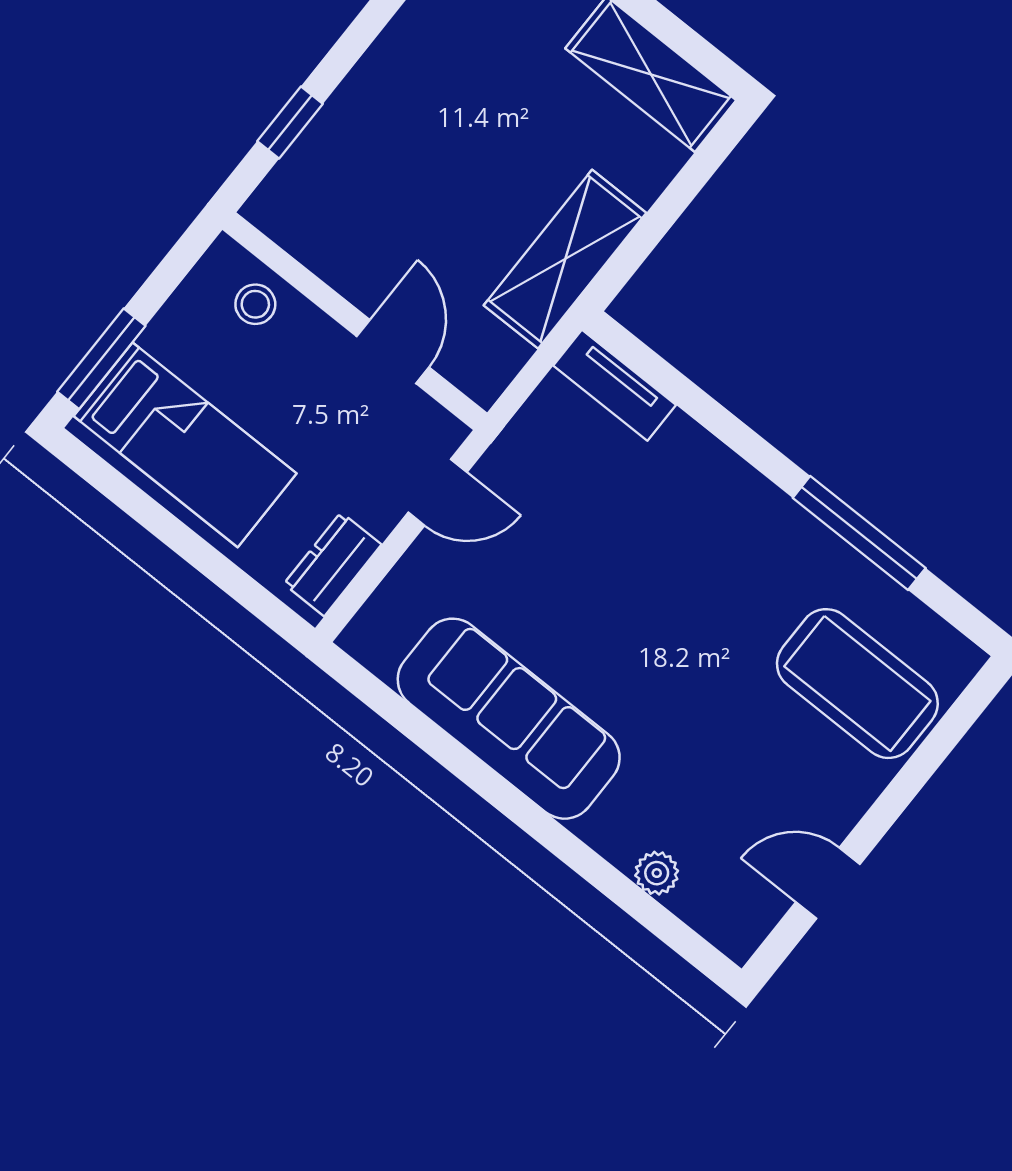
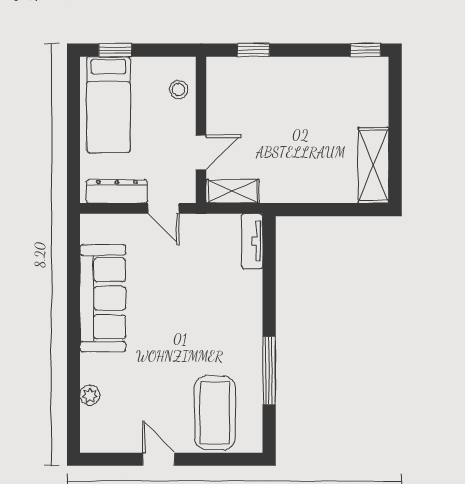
shelving: (565, 259) -> (232, 191), moved, width x0.67, depth x0.75
window: (101, 359) -> (115, 50), width x0.67
dresser: (333, 564) -> (117, 191), width x1.44
door: (828, 883) -> (159, 459), moved

